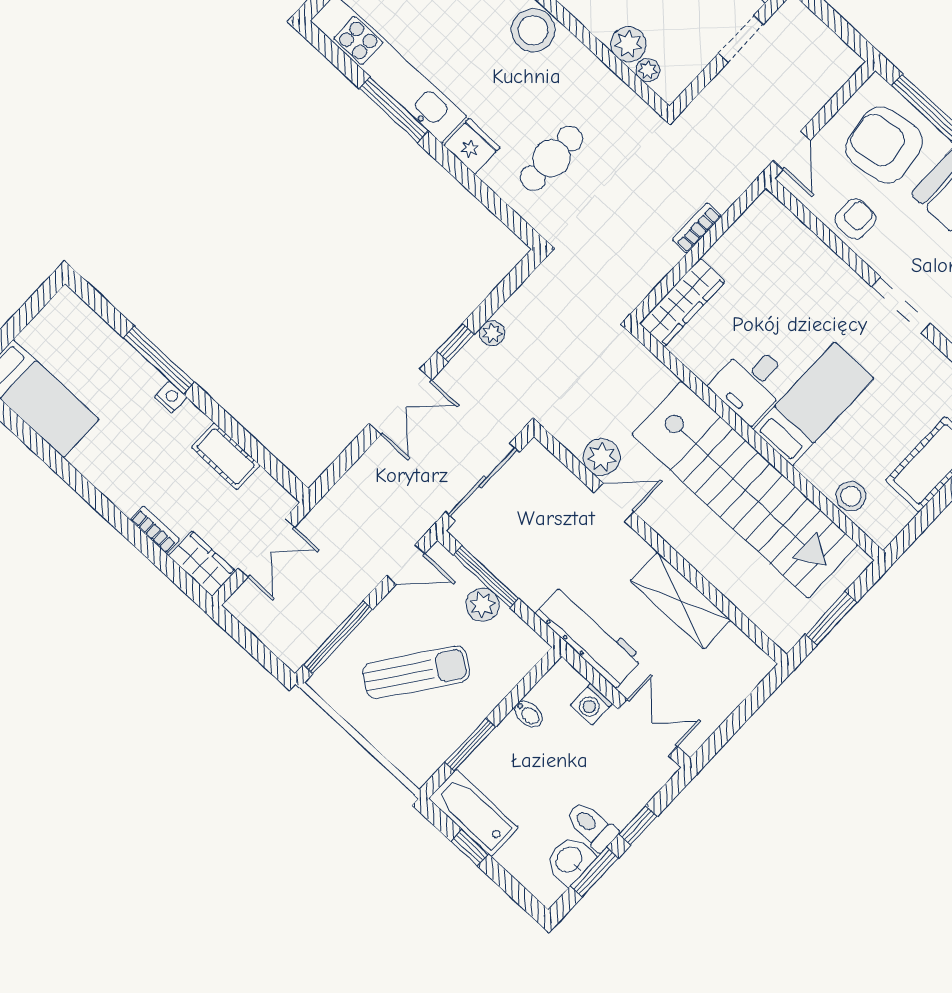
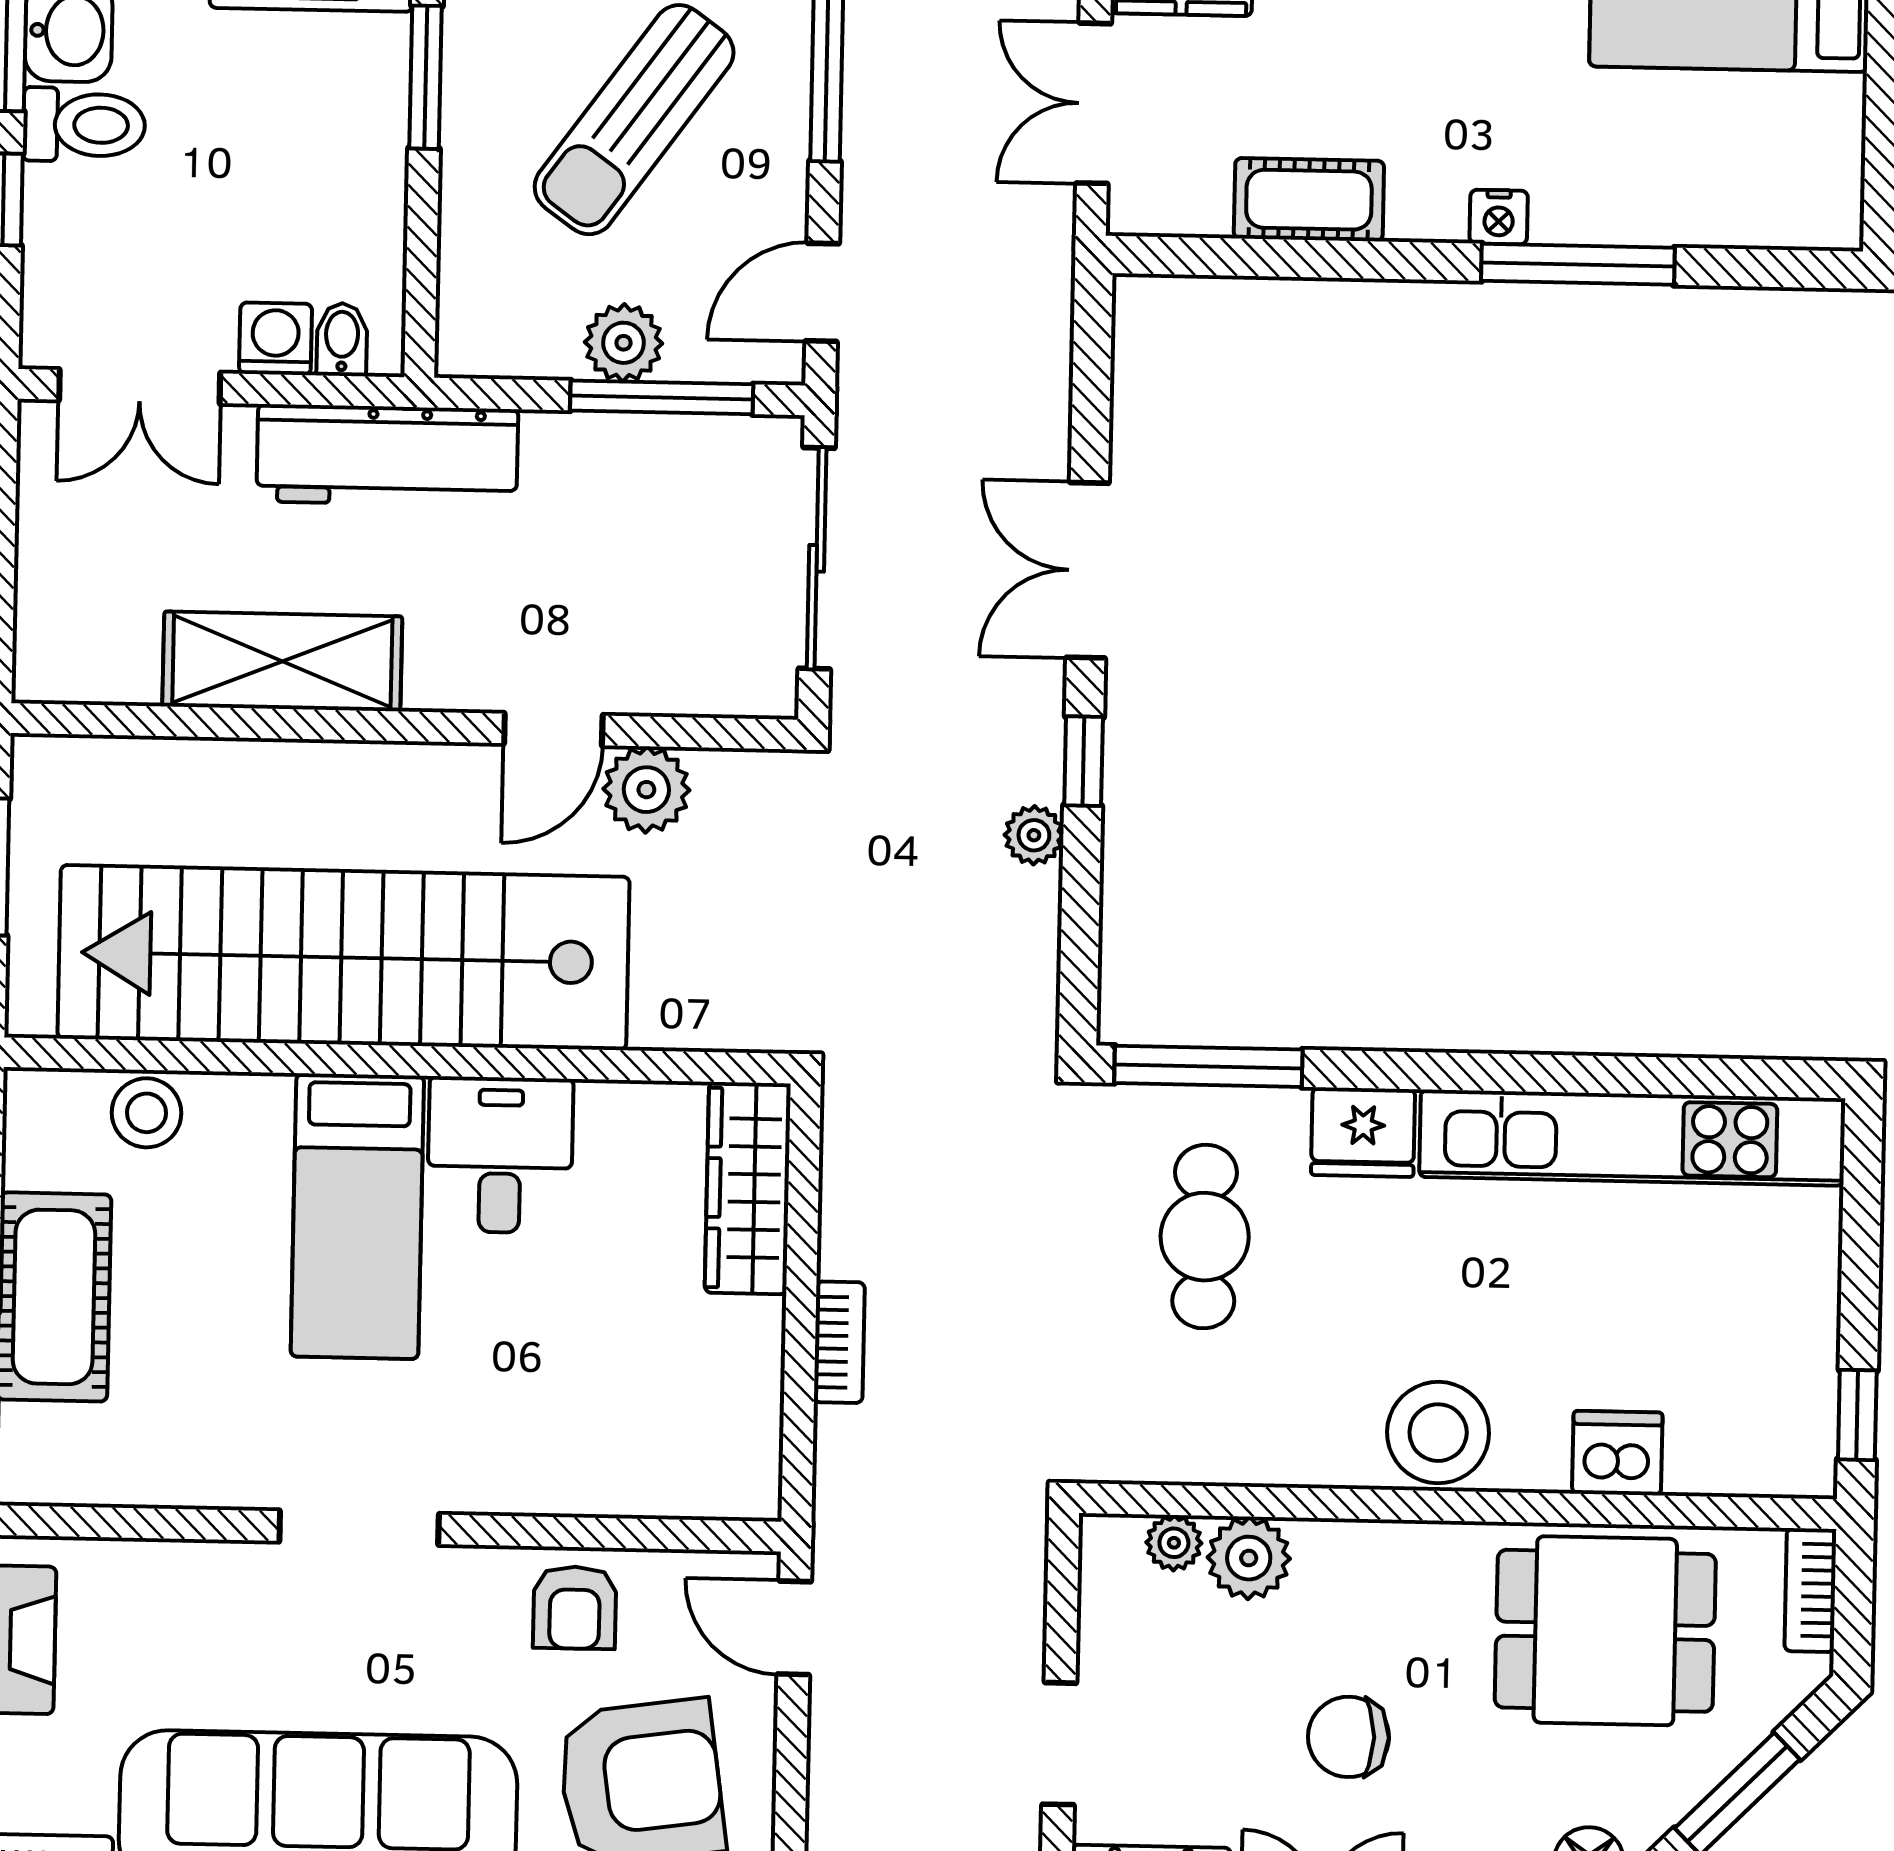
window: (394, 110) -> (1208, 1066), moved
bidet: (528, 714) -> (342, 339), moved, turned 90

